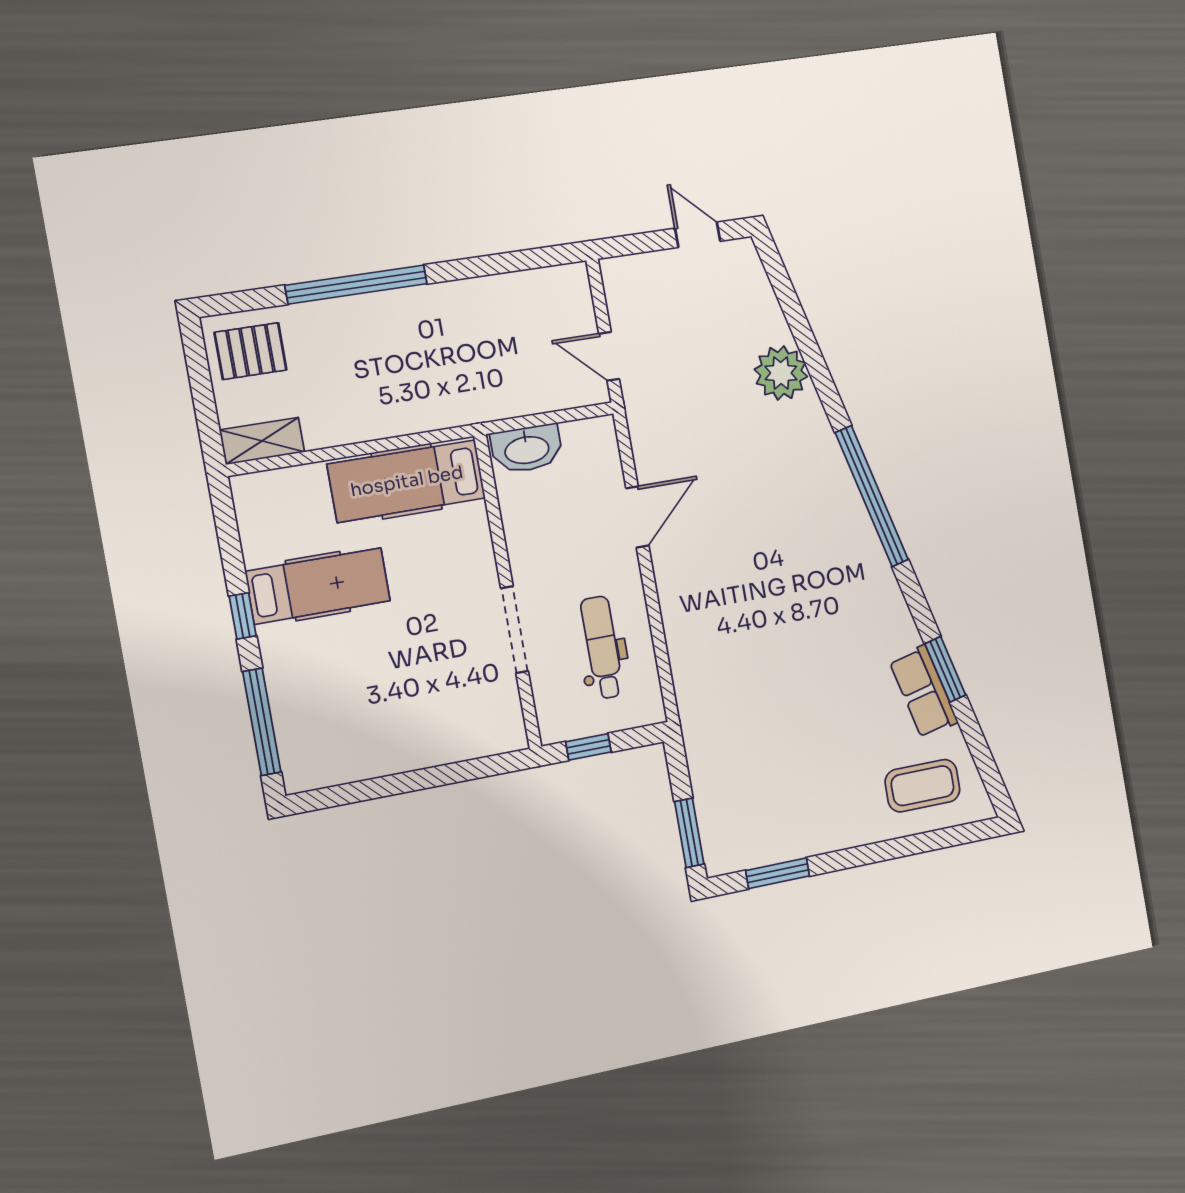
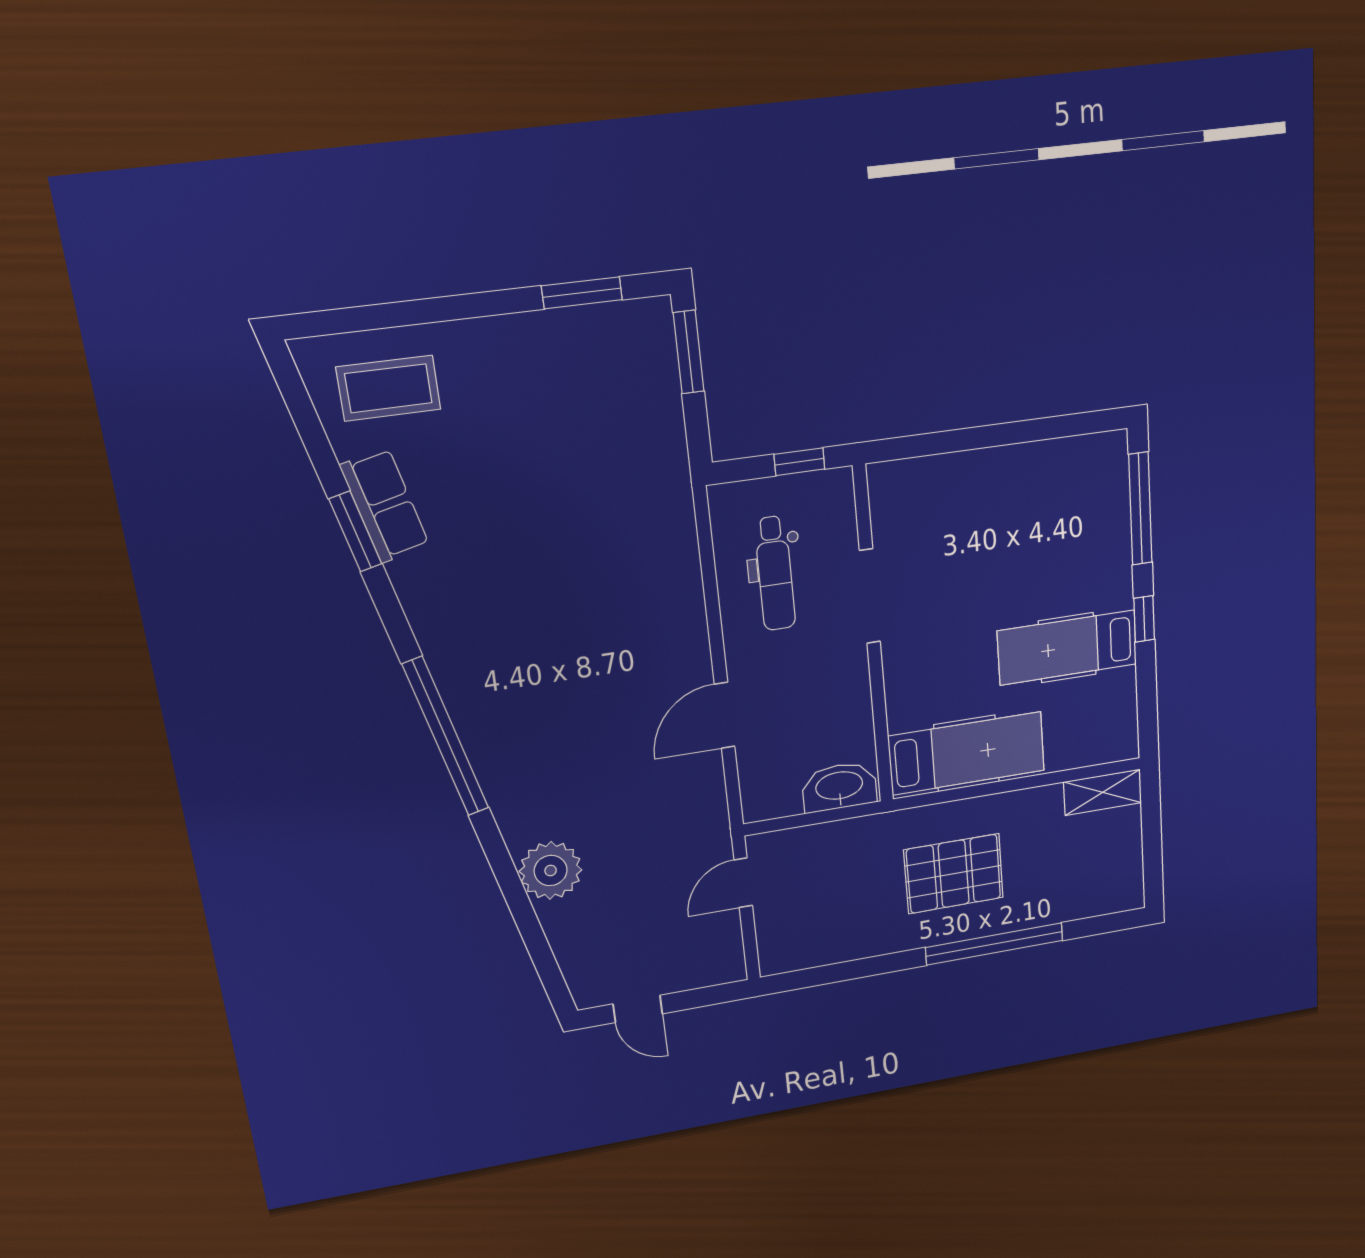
pallet: (251, 351) -> (954, 874), moved, width x1.50, depth x1.42
door: (609, 356) -> (743, 883), swing flipped

